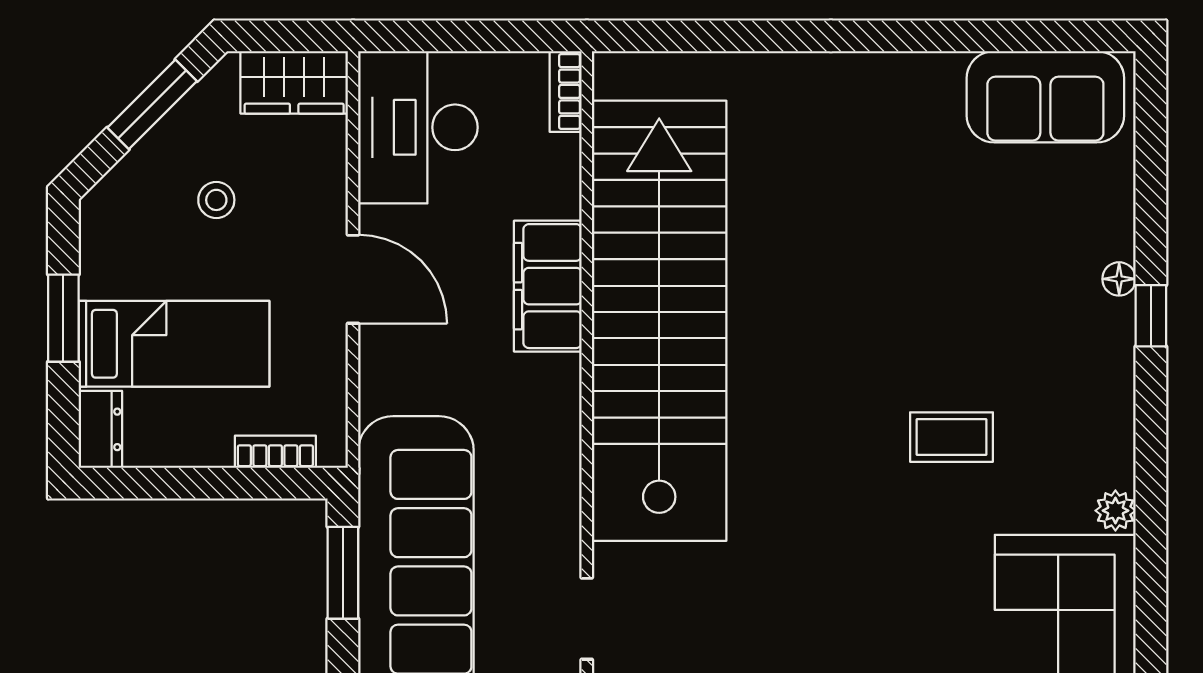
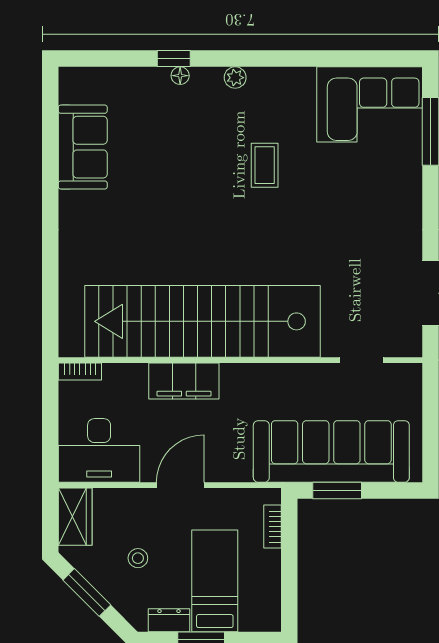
sofa: (1045, 97) -> (83, 147), moved
window: (1151, 316) -> (174, 59), moved
dresser: (100, 429) -> (169, 620), moved
plant: (1115, 511) -> (235, 78), moved

